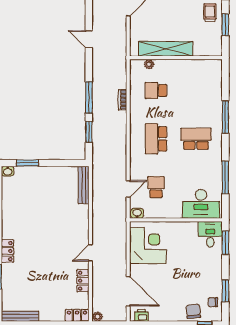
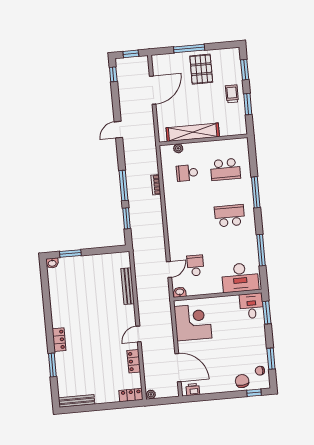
door: (89, 39) -> (118, 130), hinge flipped
school desk: (156, 139) -> (225, 169), moved, turned -90
bench: (84, 185) -> (128, 286), moved

